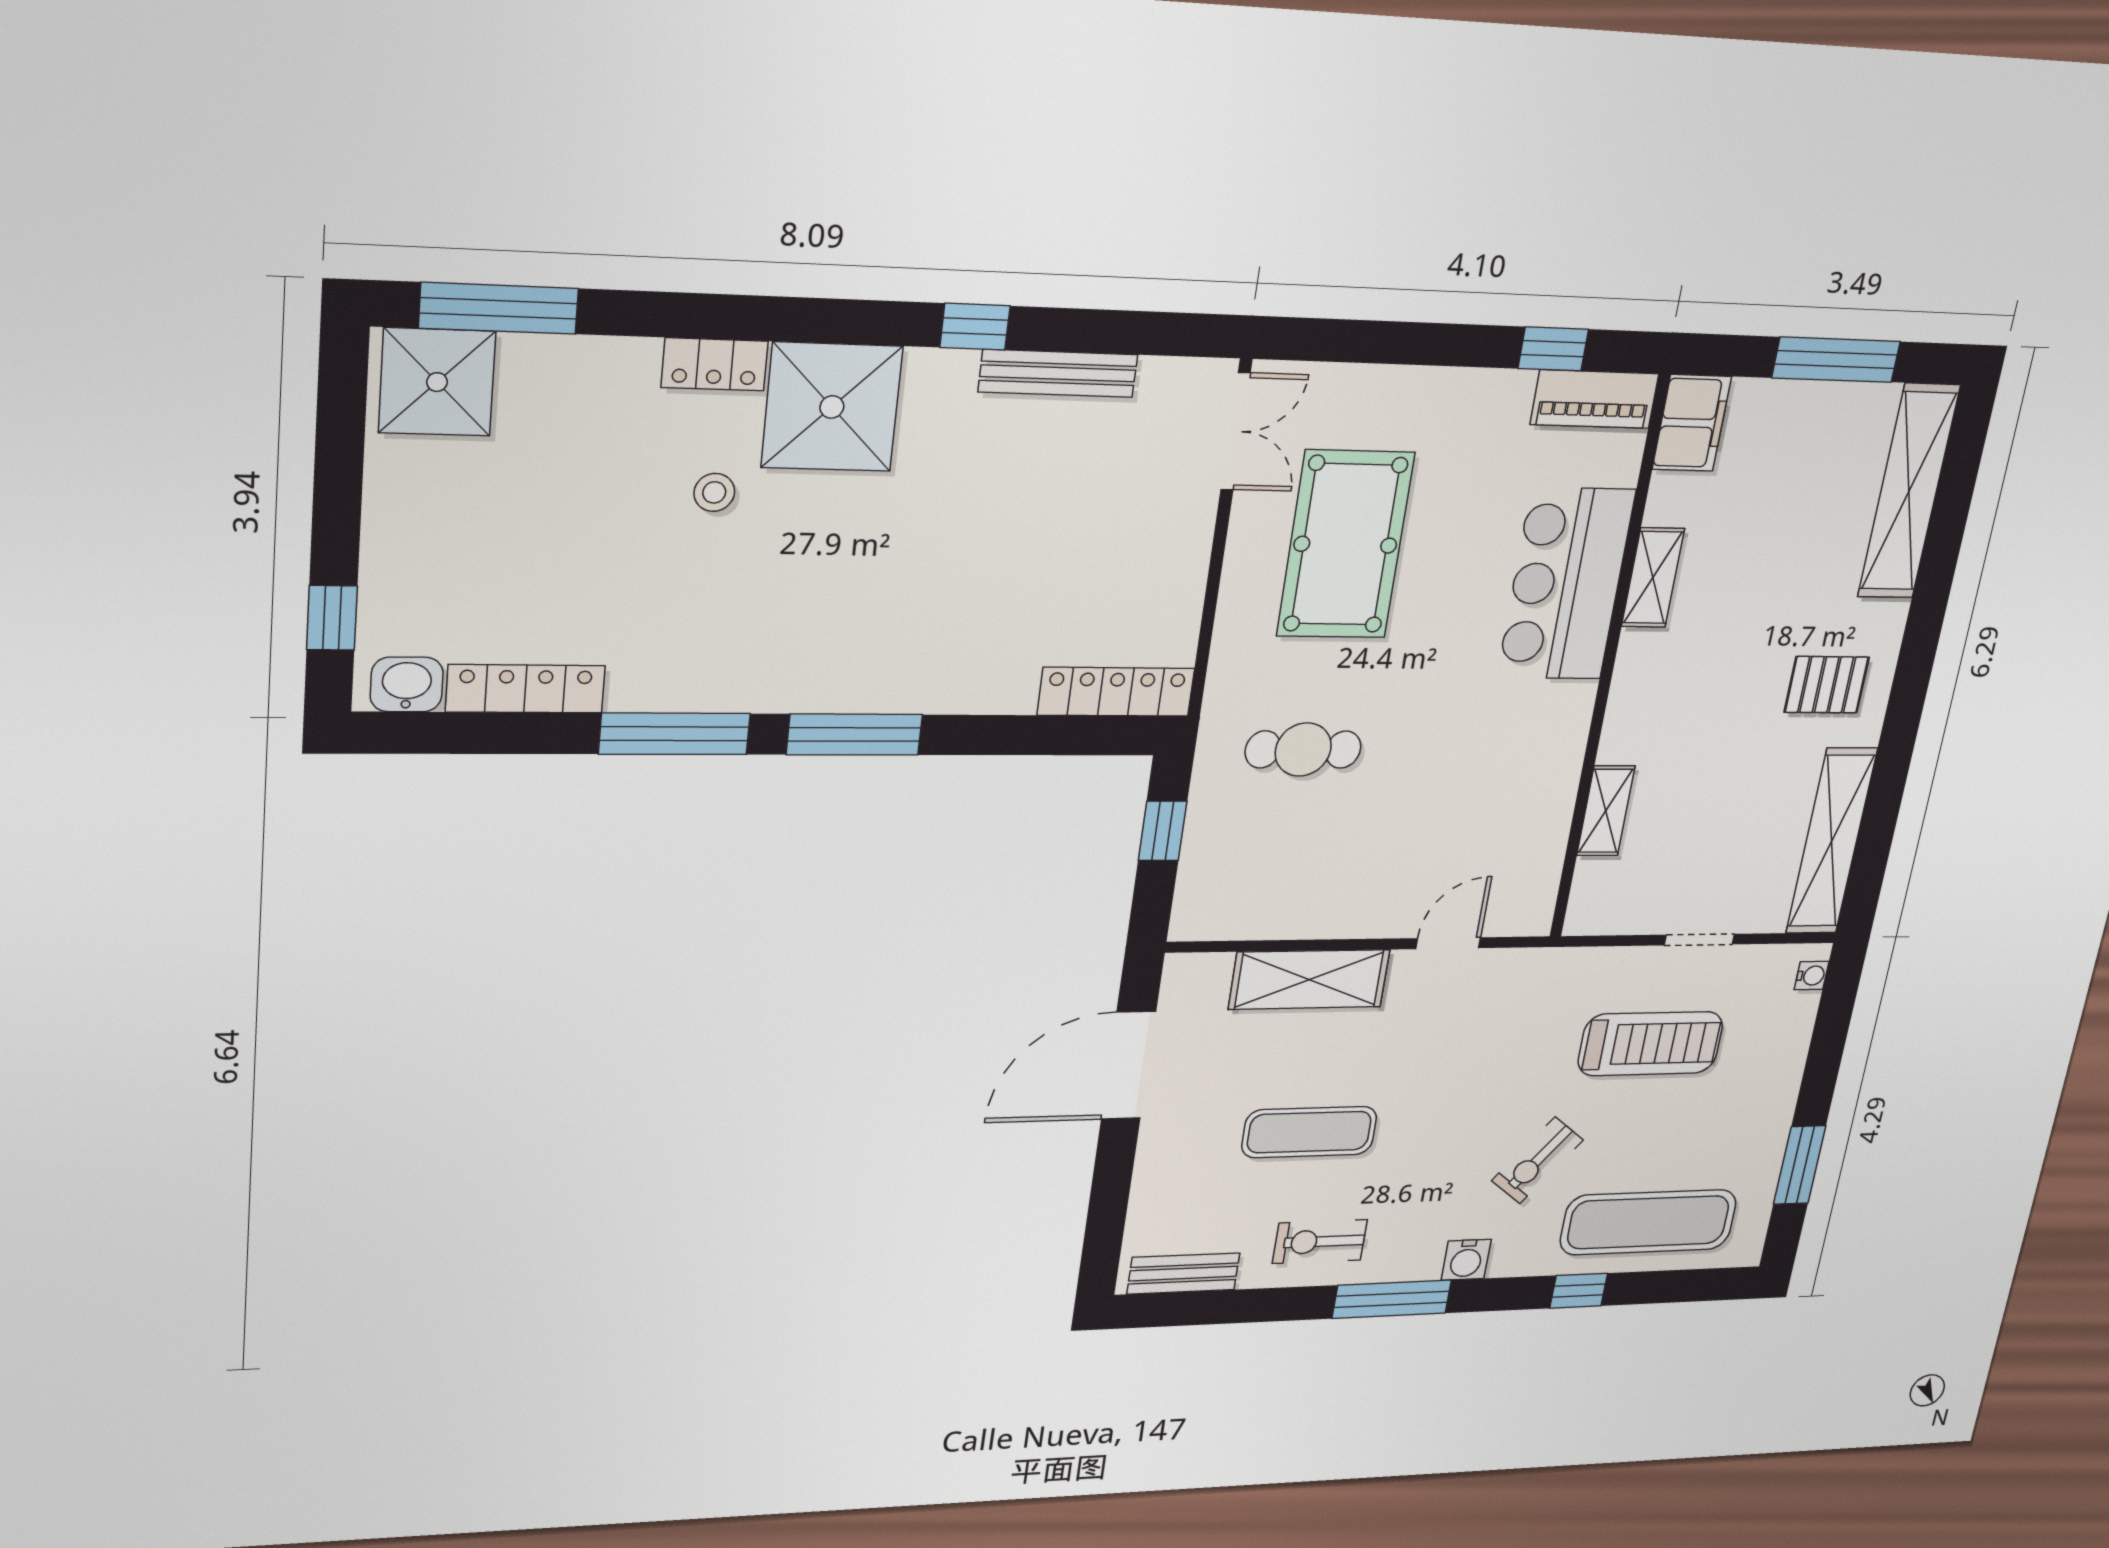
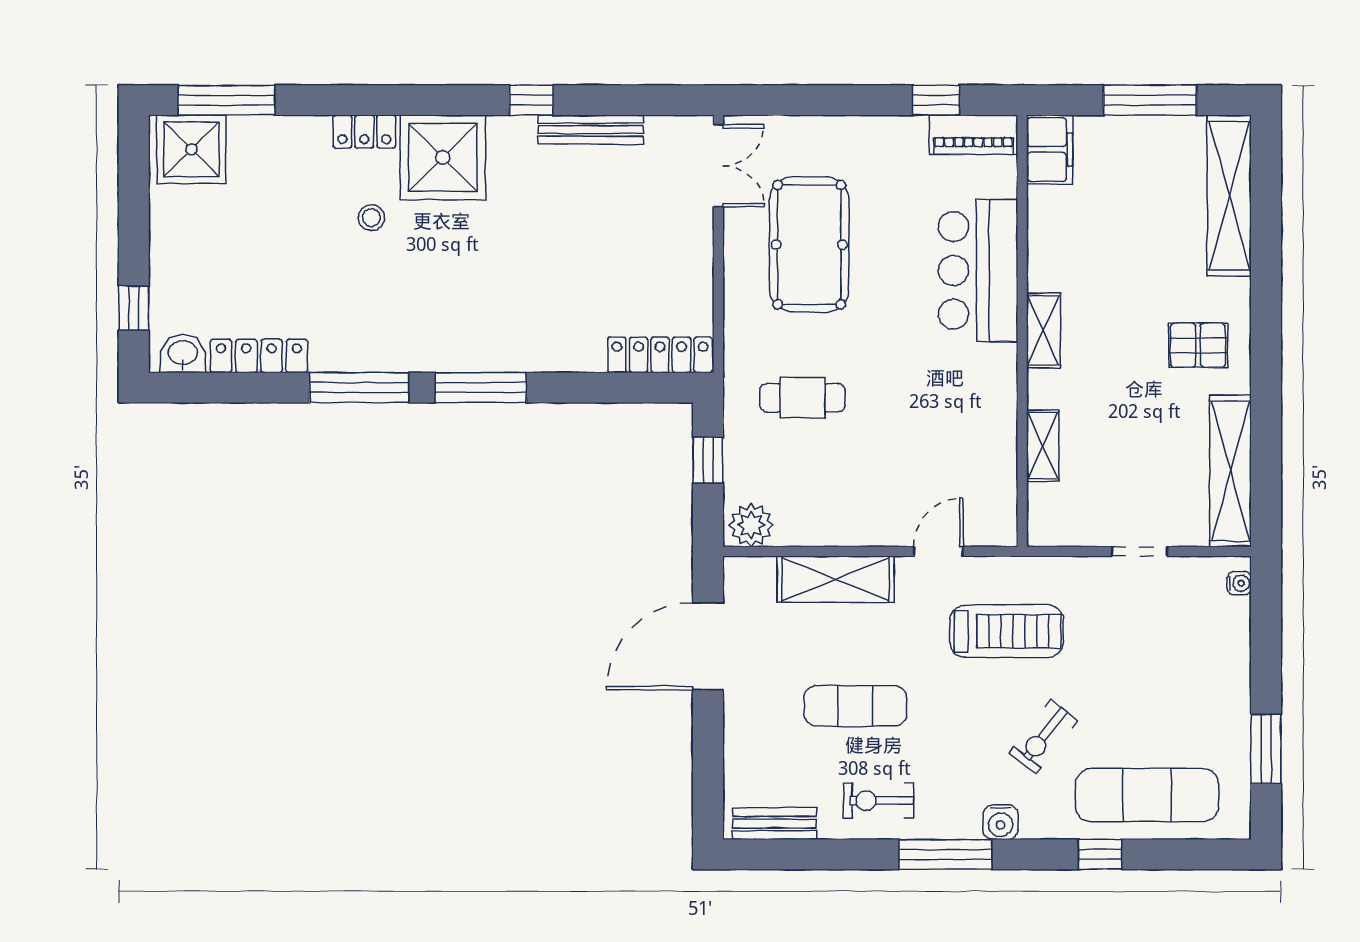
shelving: (1653, 578) -> (1043, 331), moved
plant: (1209, 914) -> (751, 525), added
treadmill: (1650, 1044) -> (1007, 631), moved

